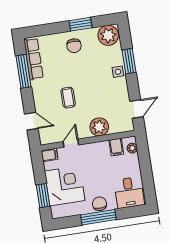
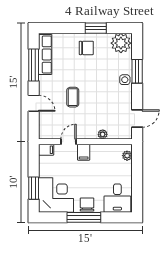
chair: (74, 46) -> (86, 48), turned -90
door: (31, 121) -> (34, 103), moved
plant: (99, 127) -> (103, 134), width x0.53, depth x0.53
filing cabinet: (116, 147) -> (84, 152), moved
corner desk: (65, 186) -> (56, 195), moved

